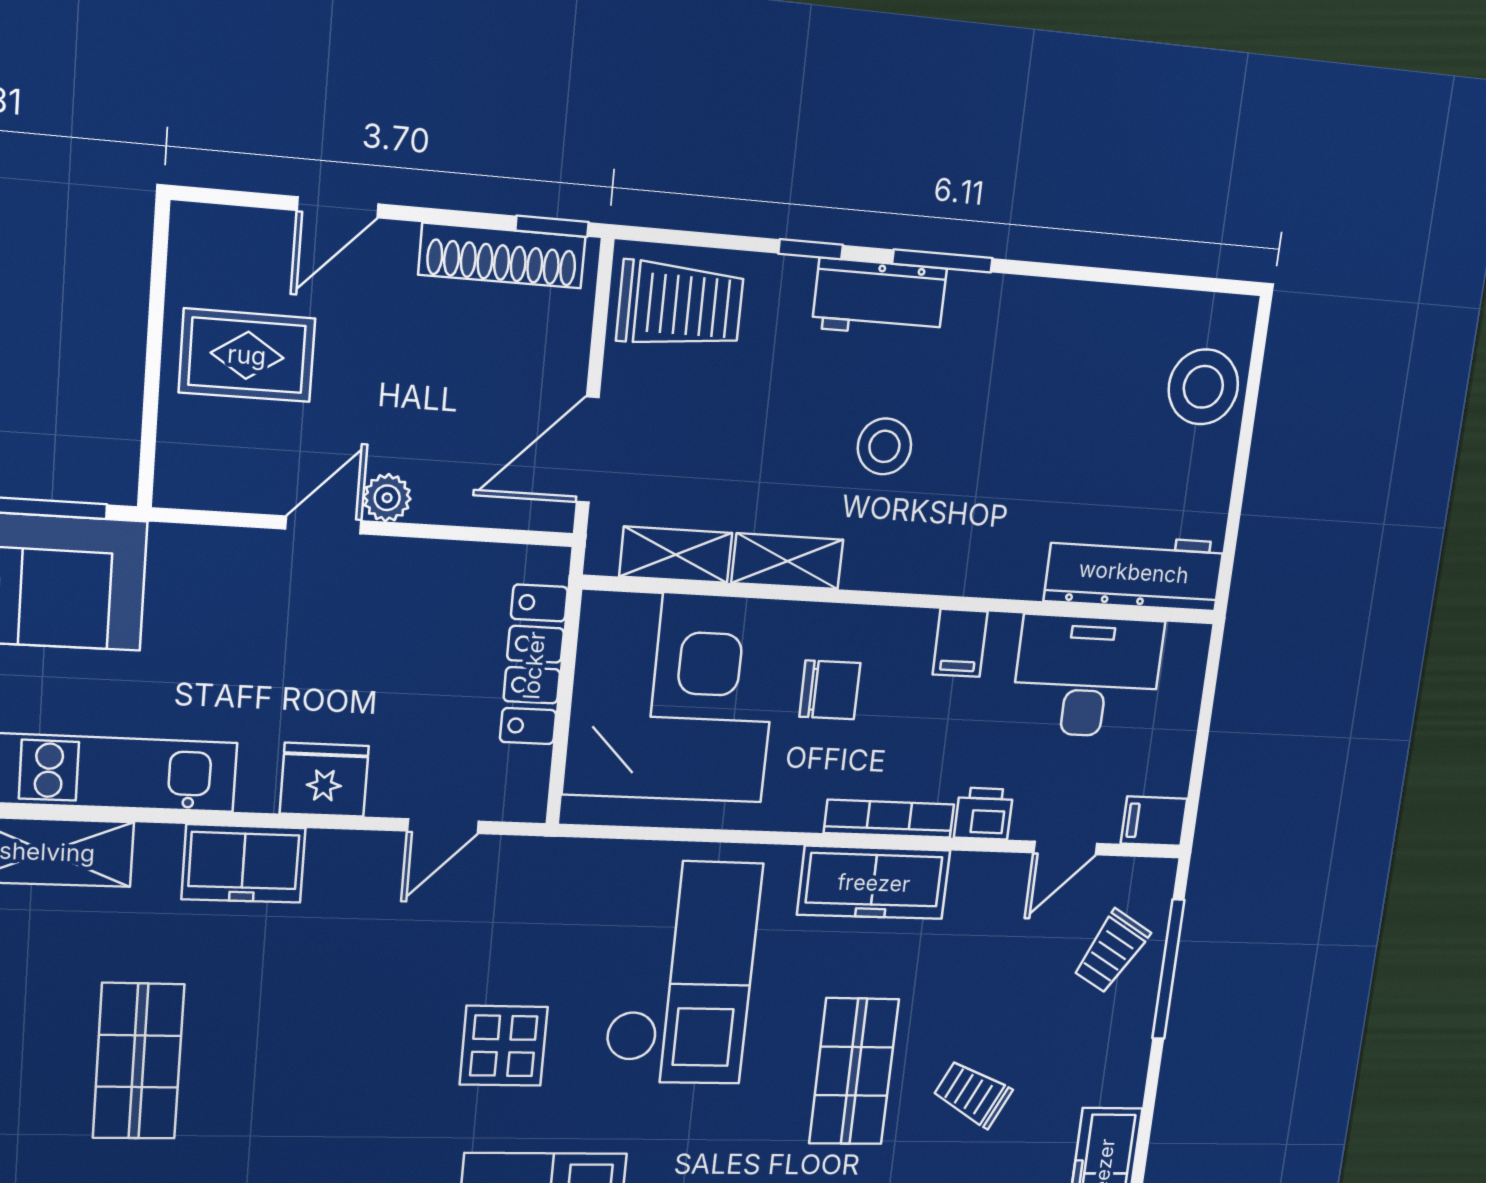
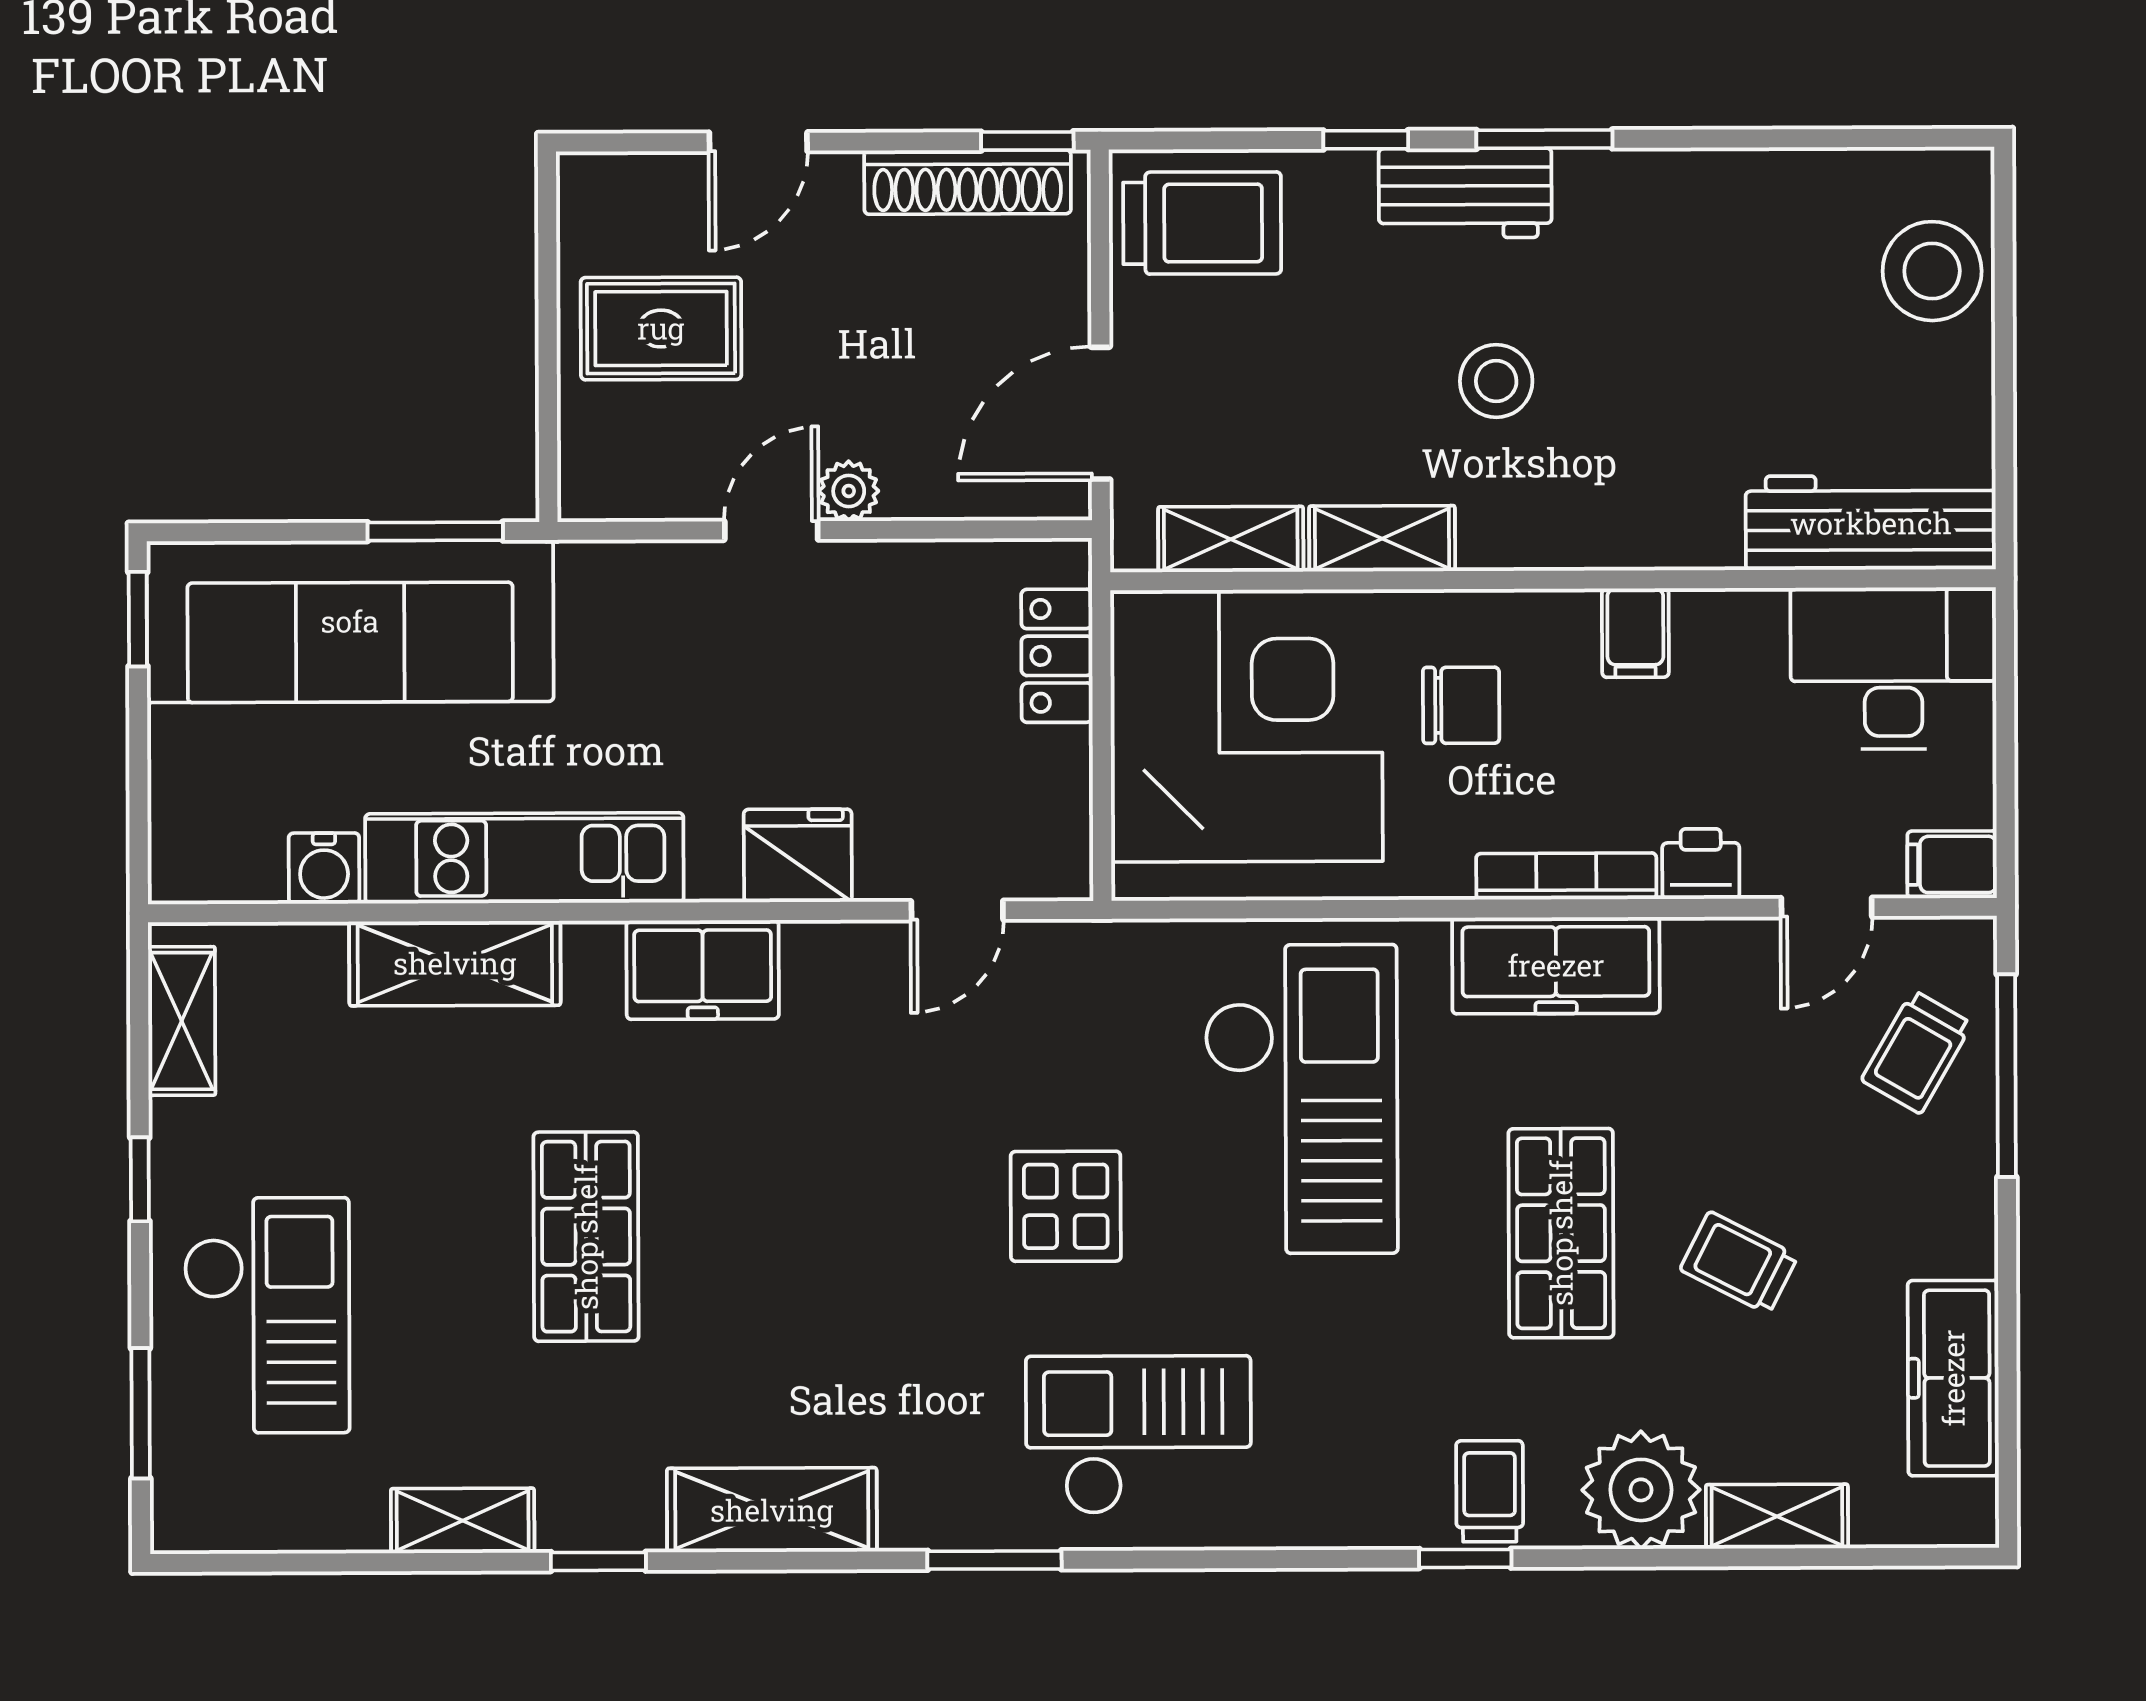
locker: (534, 665) -> (1057, 656), width x0.66
desk: (1087, 676) -> (1893, 668), moved

